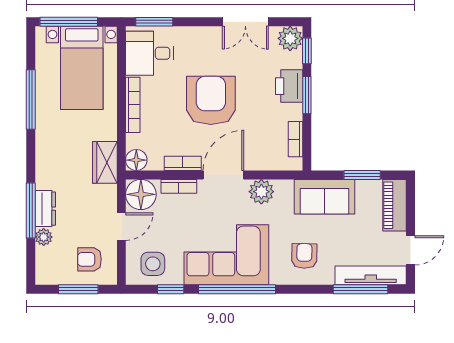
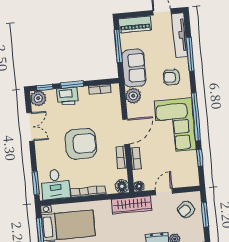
armchair: (211, 100) -> (81, 144), turned 180
wardrobe: (105, 162) -> (132, 205), width x1.50
door: (223, 175) -> (126, 132), swing flipped
window: (362, 175) -> (118, 46), width x1.44
plant: (261, 192) -> (133, 96), moved
floor lamp: (141, 194) -> (139, 186), width x0.53, depth x0.53
door: (121, 227) -> (164, 192), hinge flipped
armchair: (90, 259) -> (186, 209), turned 53
side table: (153, 264) -> (185, 170), removed
window: (361, 289) -> (190, 54), moved

